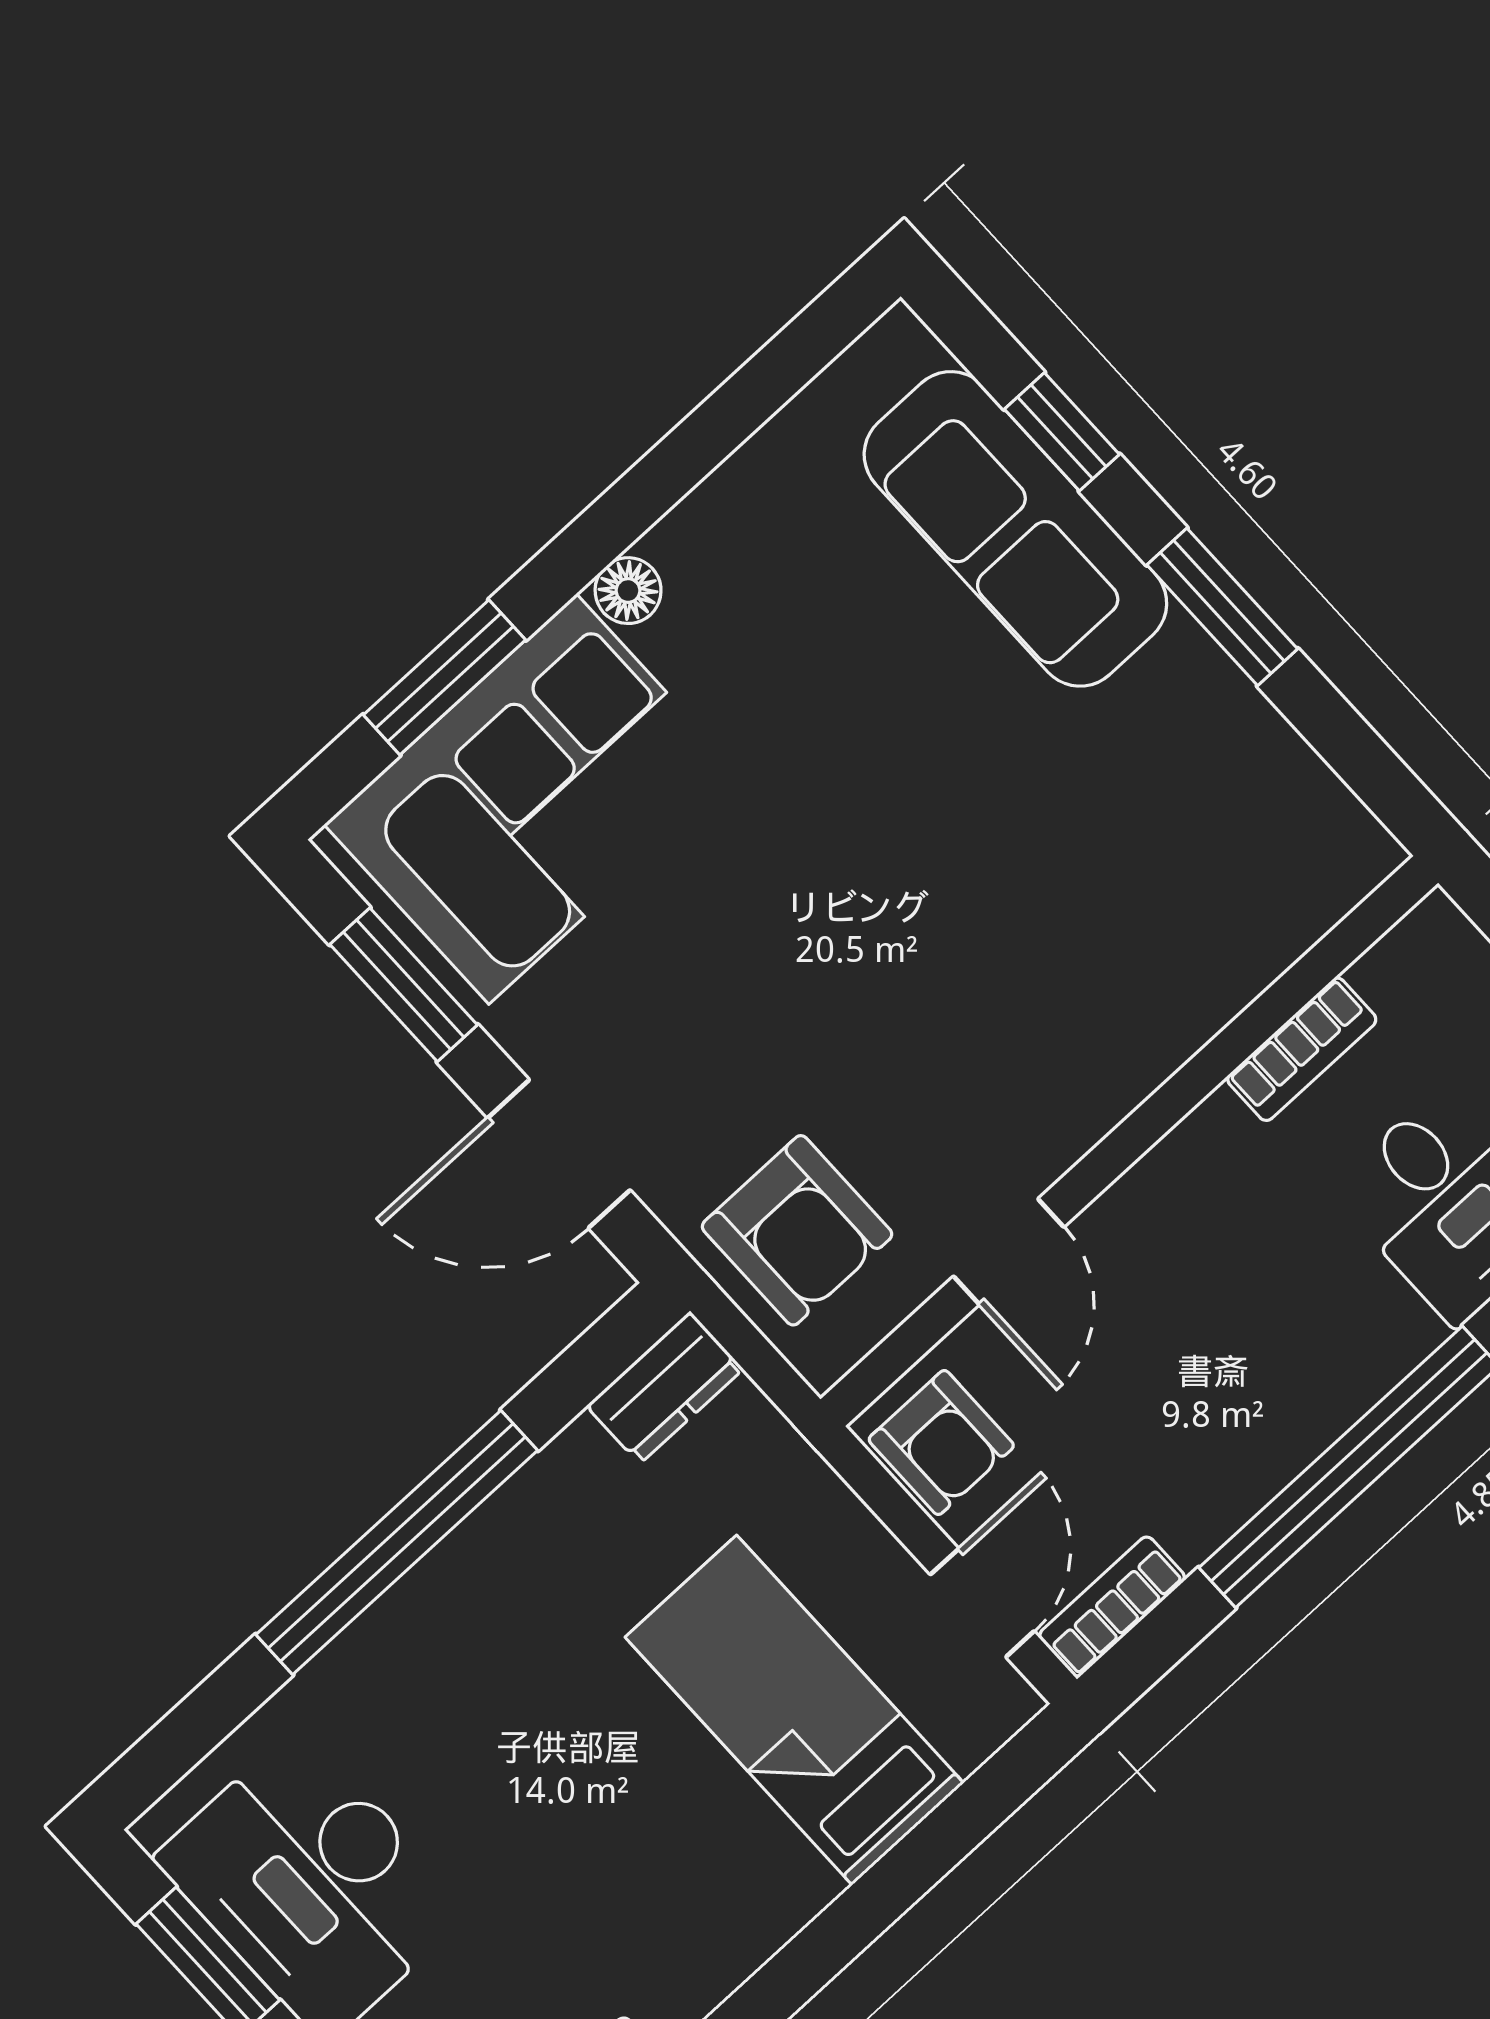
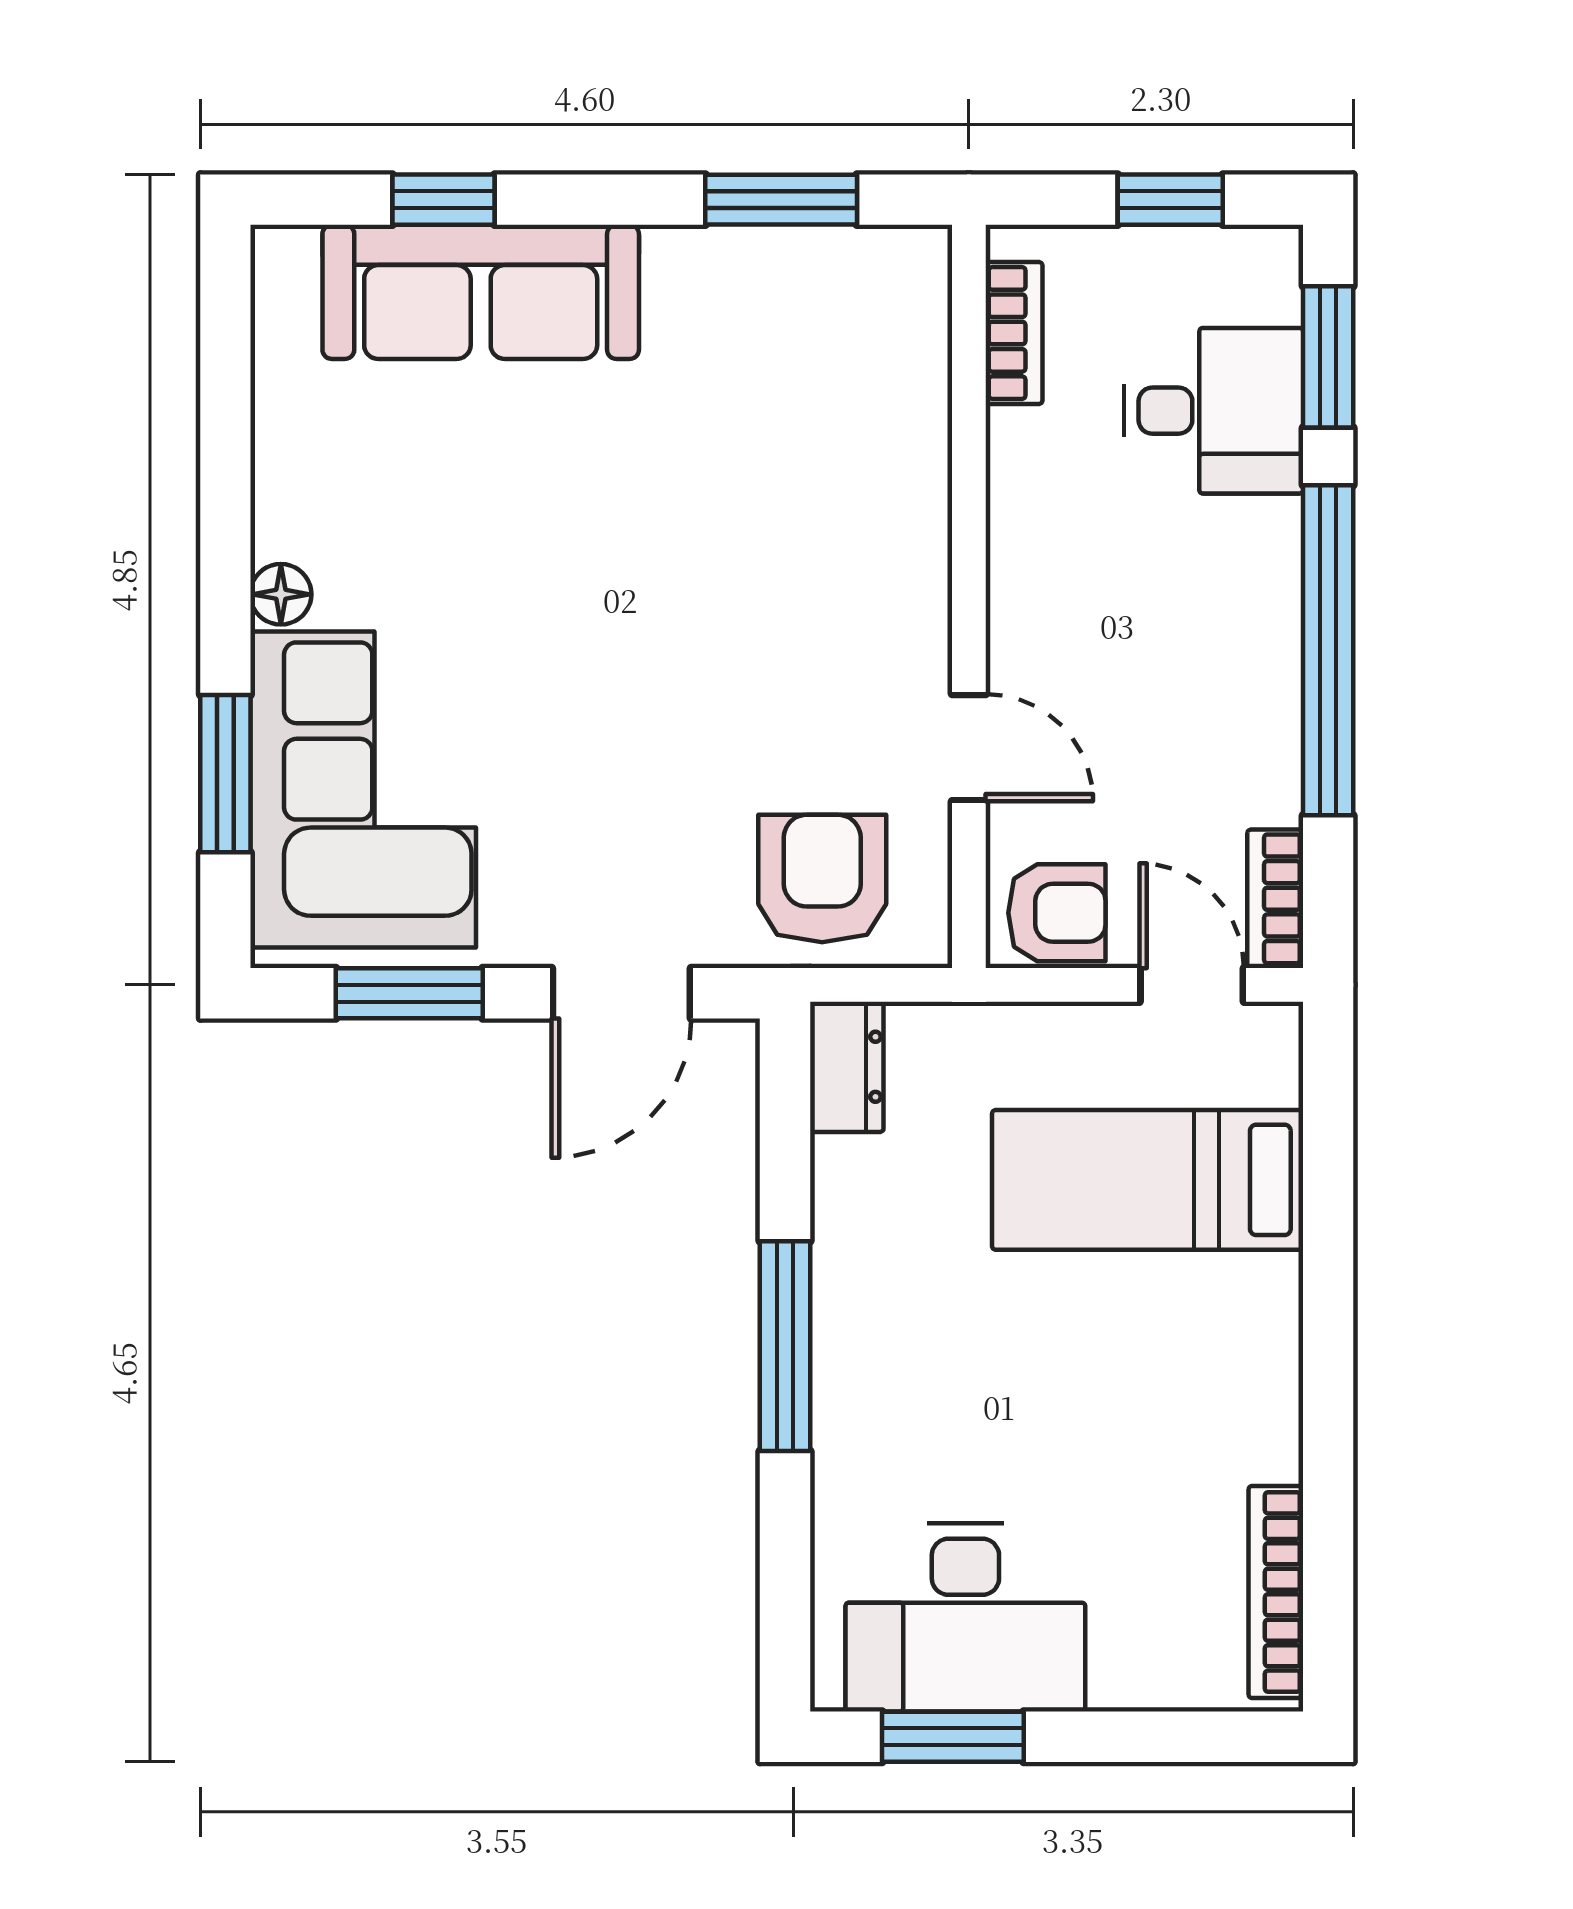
window: (1222, 607) -> (781, 200), moved
bookcase: (1302, 1049) -> (1014, 333), moved
armchair: (797, 1230) -> (822, 879), turned -90
window: (397, 1543) -> (785, 1346), width x0.68

